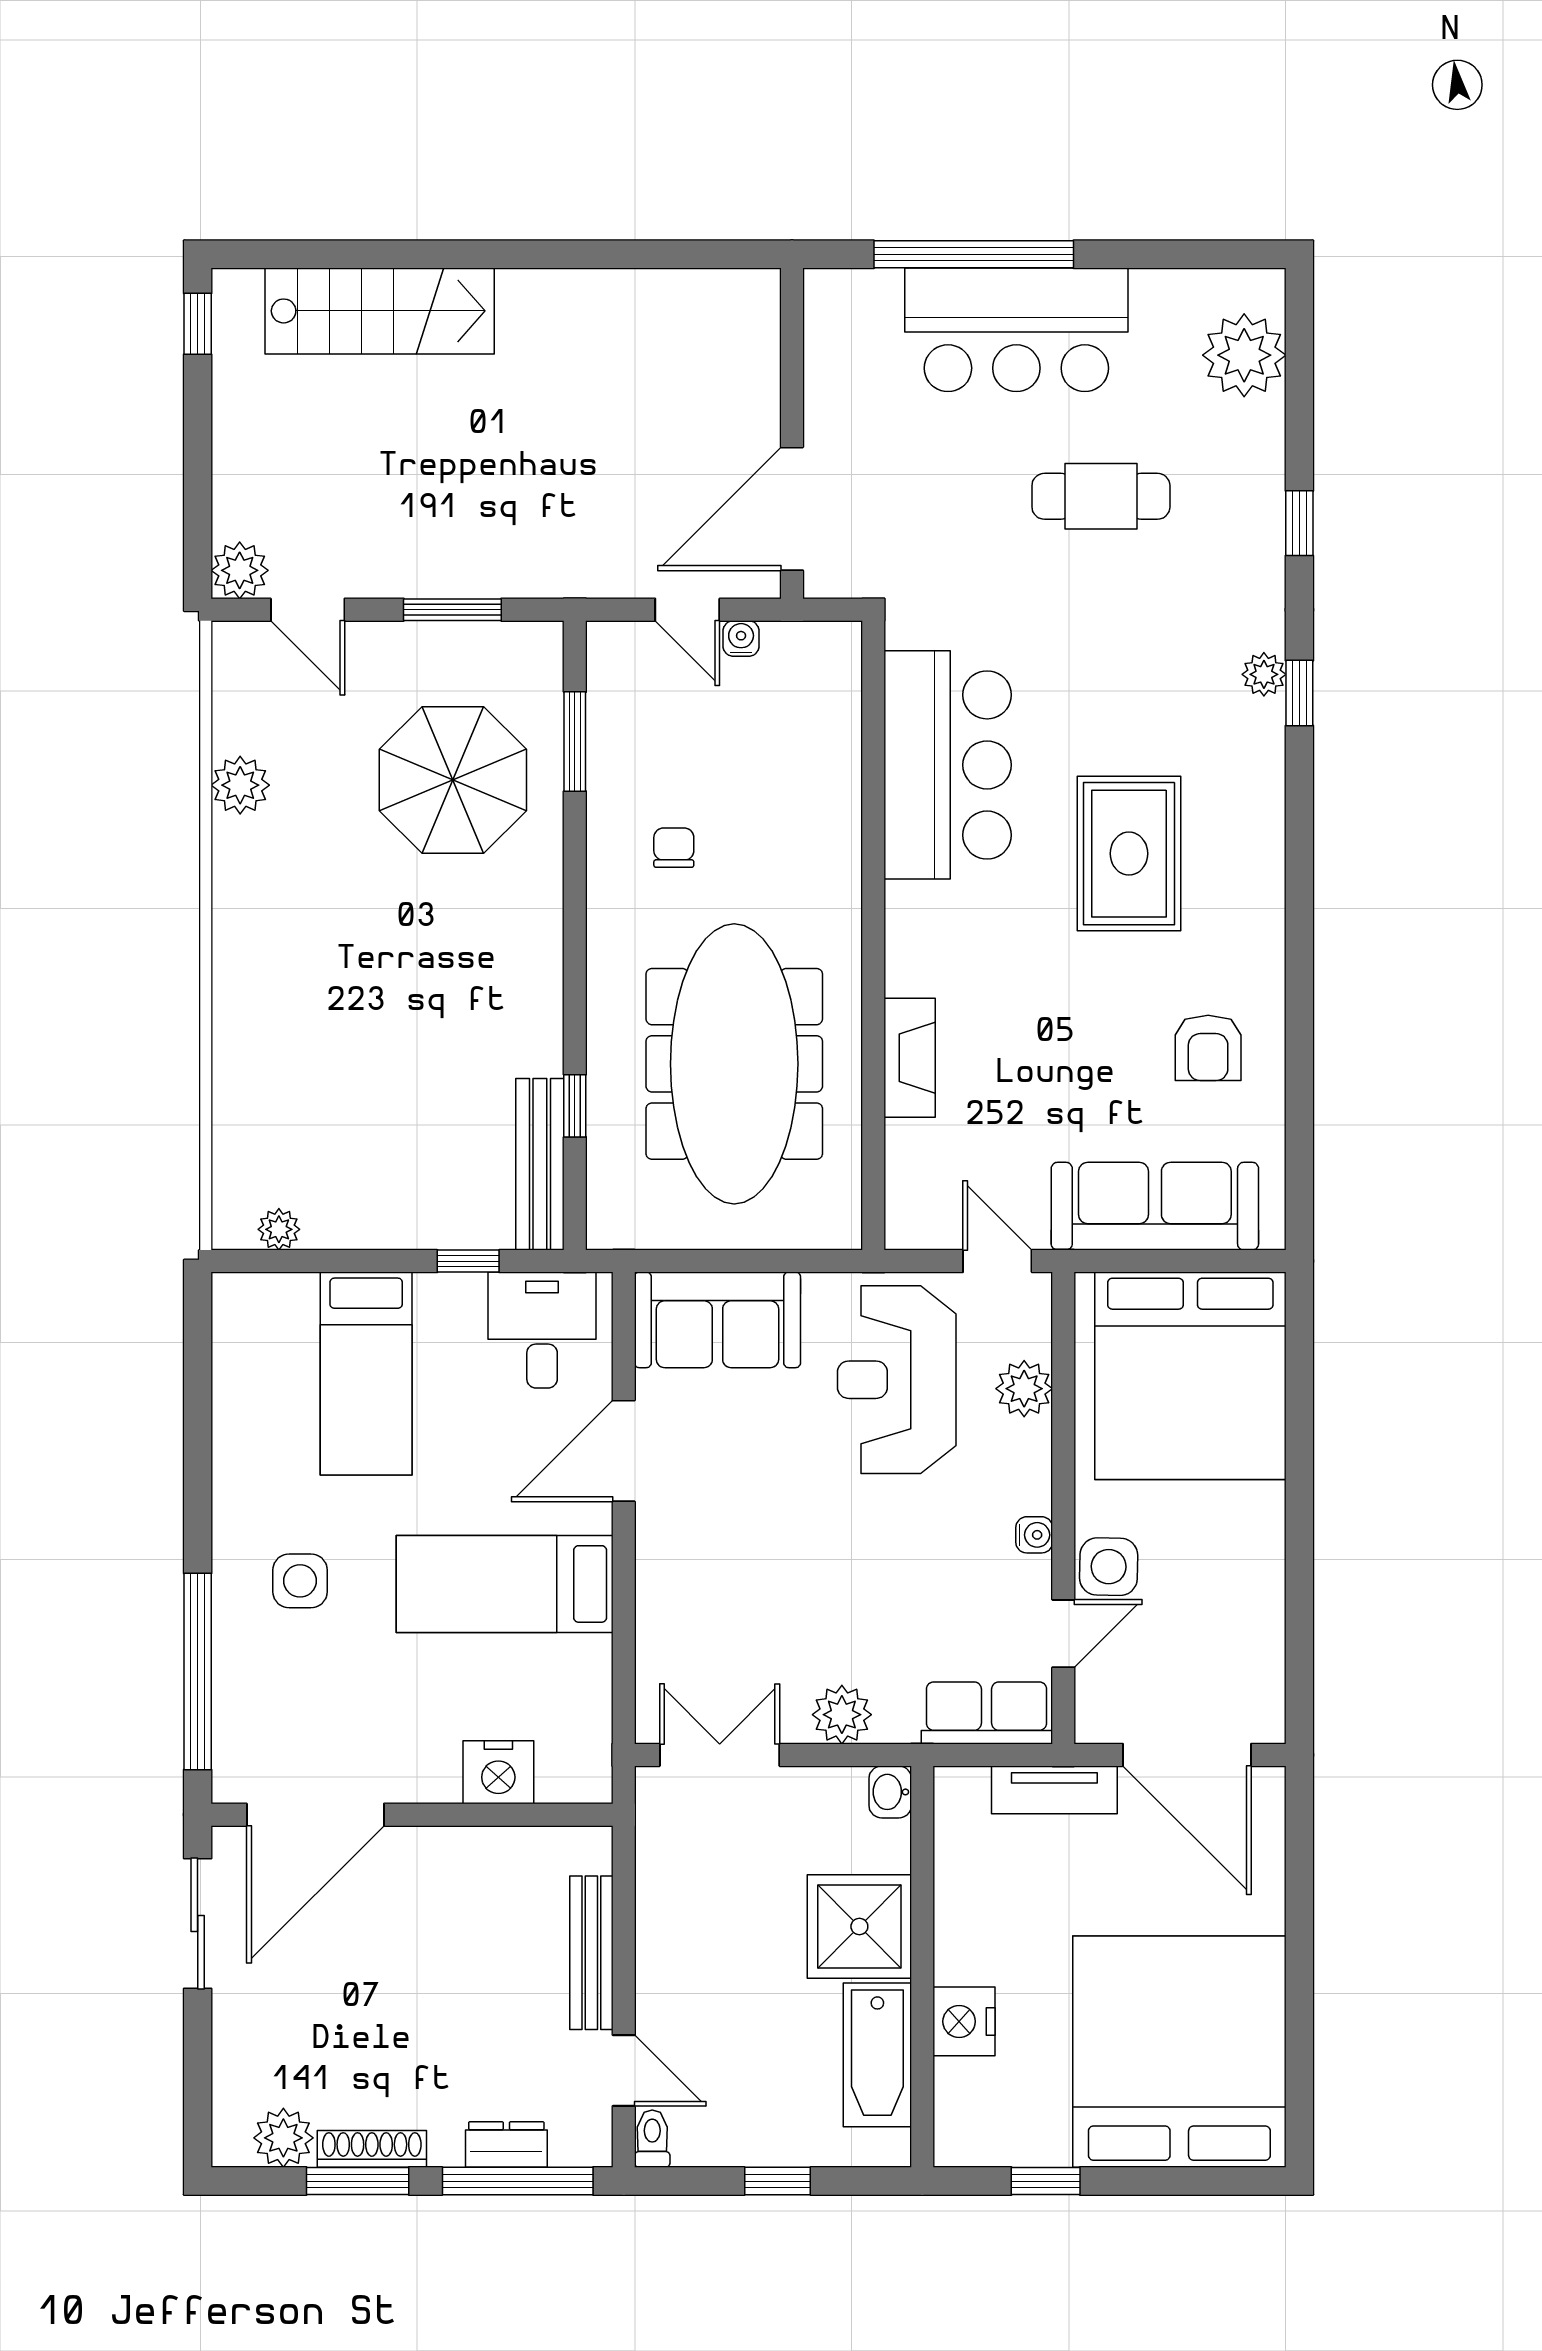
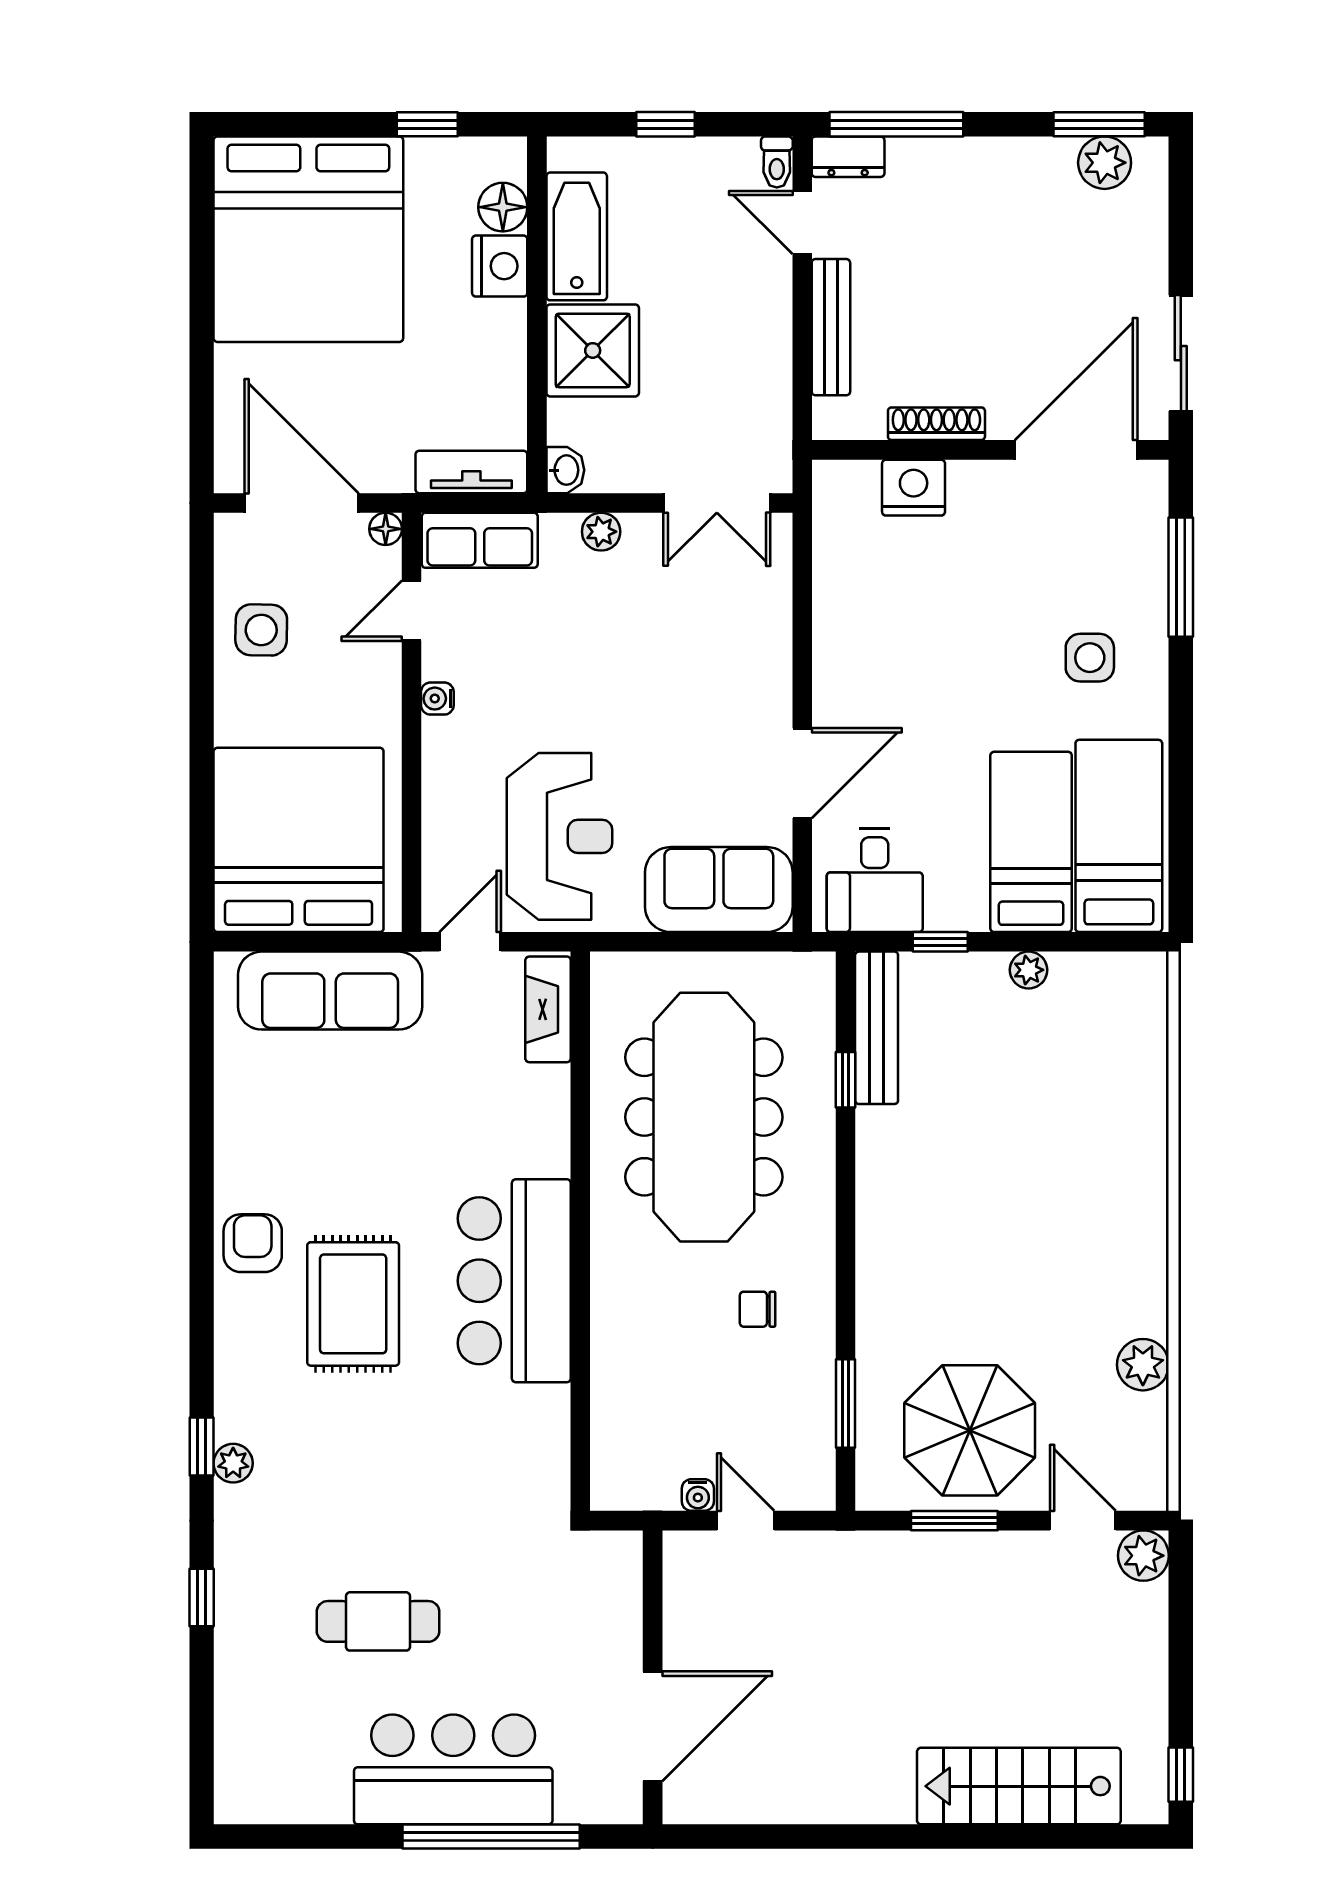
plant: (1244, 355) -> (251, 1747), removed
door: (792, 509) -> (653, 1726), moved
bar counter: (948, 765) -> (514, 1281), moved
parasol: (453, 780) -> (970, 1430), moved
chair: (674, 848) -> (758, 1309), turned 90
armchair: (1208, 1048) -> (253, 1243), moved
fireplace: (910, 1058) -> (548, 1009), moved
plant: (279, 1229) -> (1029, 970), moved
door: (997, 1261) -> (470, 942), swing flipped
plant: (1024, 1389) -> (446, 828), removed
side table: (1109, 1567) -> (261, 630), moved
bed: (505, 1584) -> (1119, 836), moved, turned -90
window: (198, 1671) -> (1181, 577), width x0.68
plant: (842, 1715) -> (601, 532), width x0.73, depth x0.73
floor lamp: (1092, 1726) -> (386, 529), added
tv unit: (1054, 1790) -> (471, 472), moved
floor lamp: (961, 2088) -> (503, 207), added
dresser: (506, 2145) -> (848, 157), moved
shoe rack: (372, 2149) -> (936, 424), moved, turned 180
window: (358, 2181) -> (1099, 124), moved

